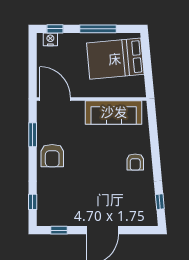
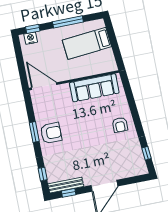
bed: (115, 59) -> (87, 43), width x0.67
window: (33, 135) -> (34, 132), moved
armchair: (52, 156) -> (51, 133), turned -90
bench: (57, 220) -> (66, 185), added

